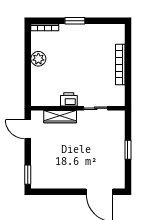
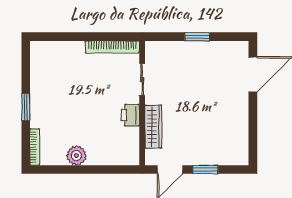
bookcase: (120, 64) -> (112, 47), moved
window: (28, 175) -> (205, 170), moved

